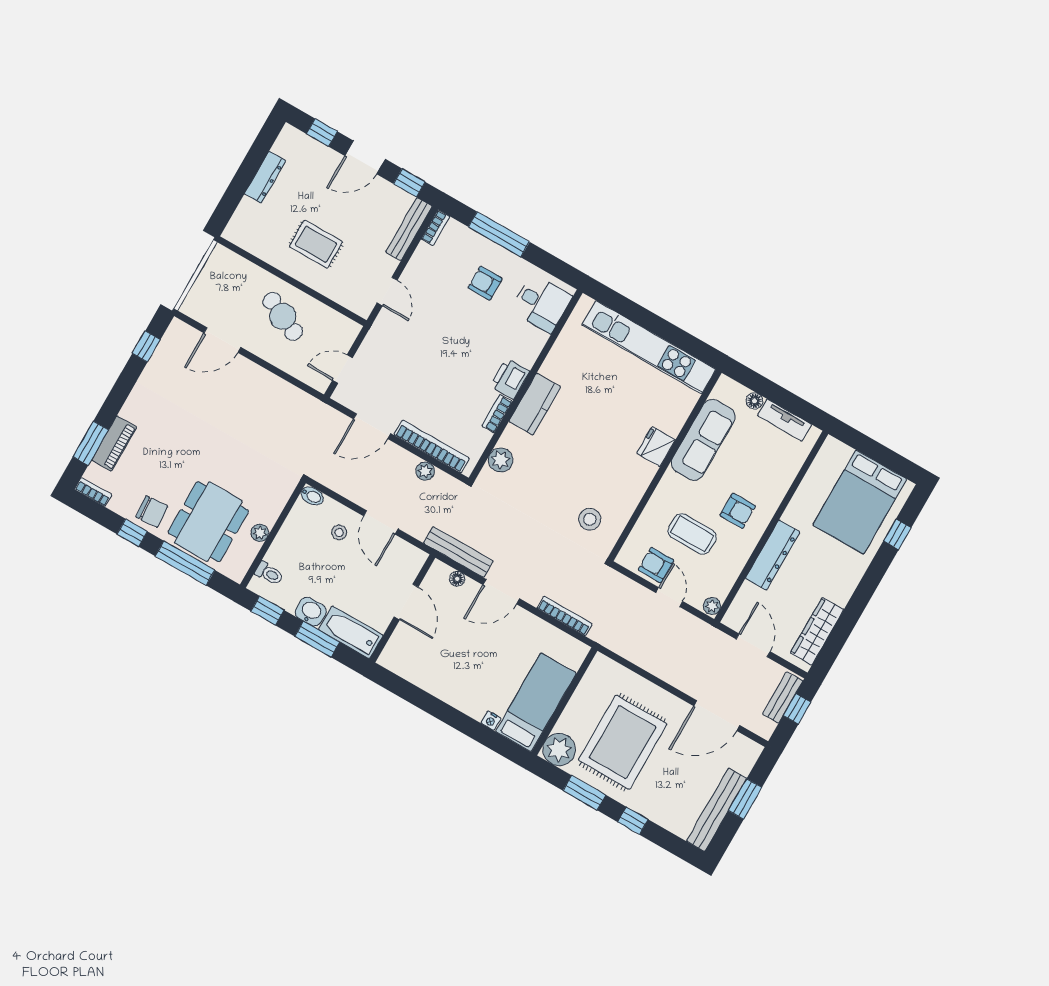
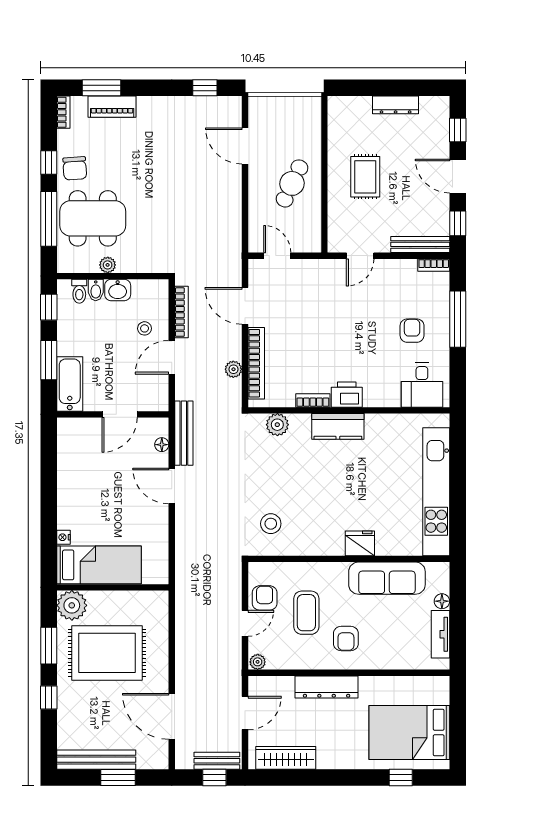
bidet: (312, 496) -> (96, 290), moved
washbasin: (311, 612) -> (118, 290), moved, turned 90
bookcase: (564, 616) -> (181, 312), moved

